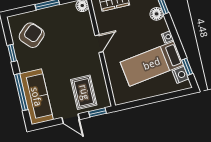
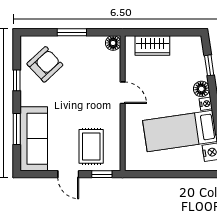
floor lamp: (157, 14) -> (201, 89), moved
door: (99, 44) -> (123, 93), hinge flipped
window: (21, 92) -> (17, 129), width x0.69

